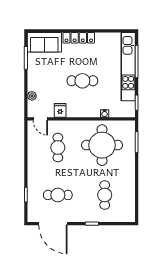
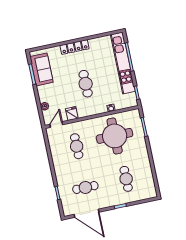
sofa: (44, 42) -> (42, 69), moved, turned -90
cafe table: (82, 81) -> (86, 84), turned 90
door: (40, 119) -> (56, 125), swing flipped

